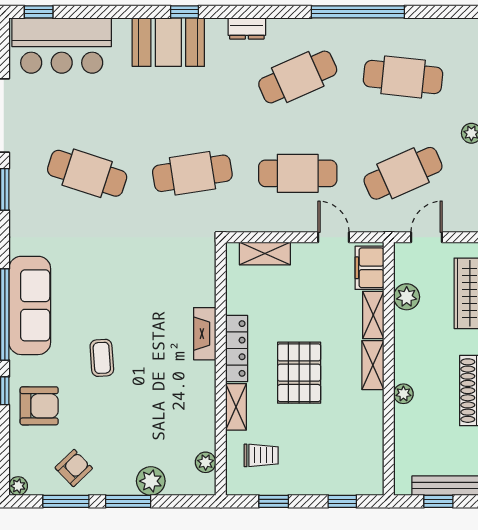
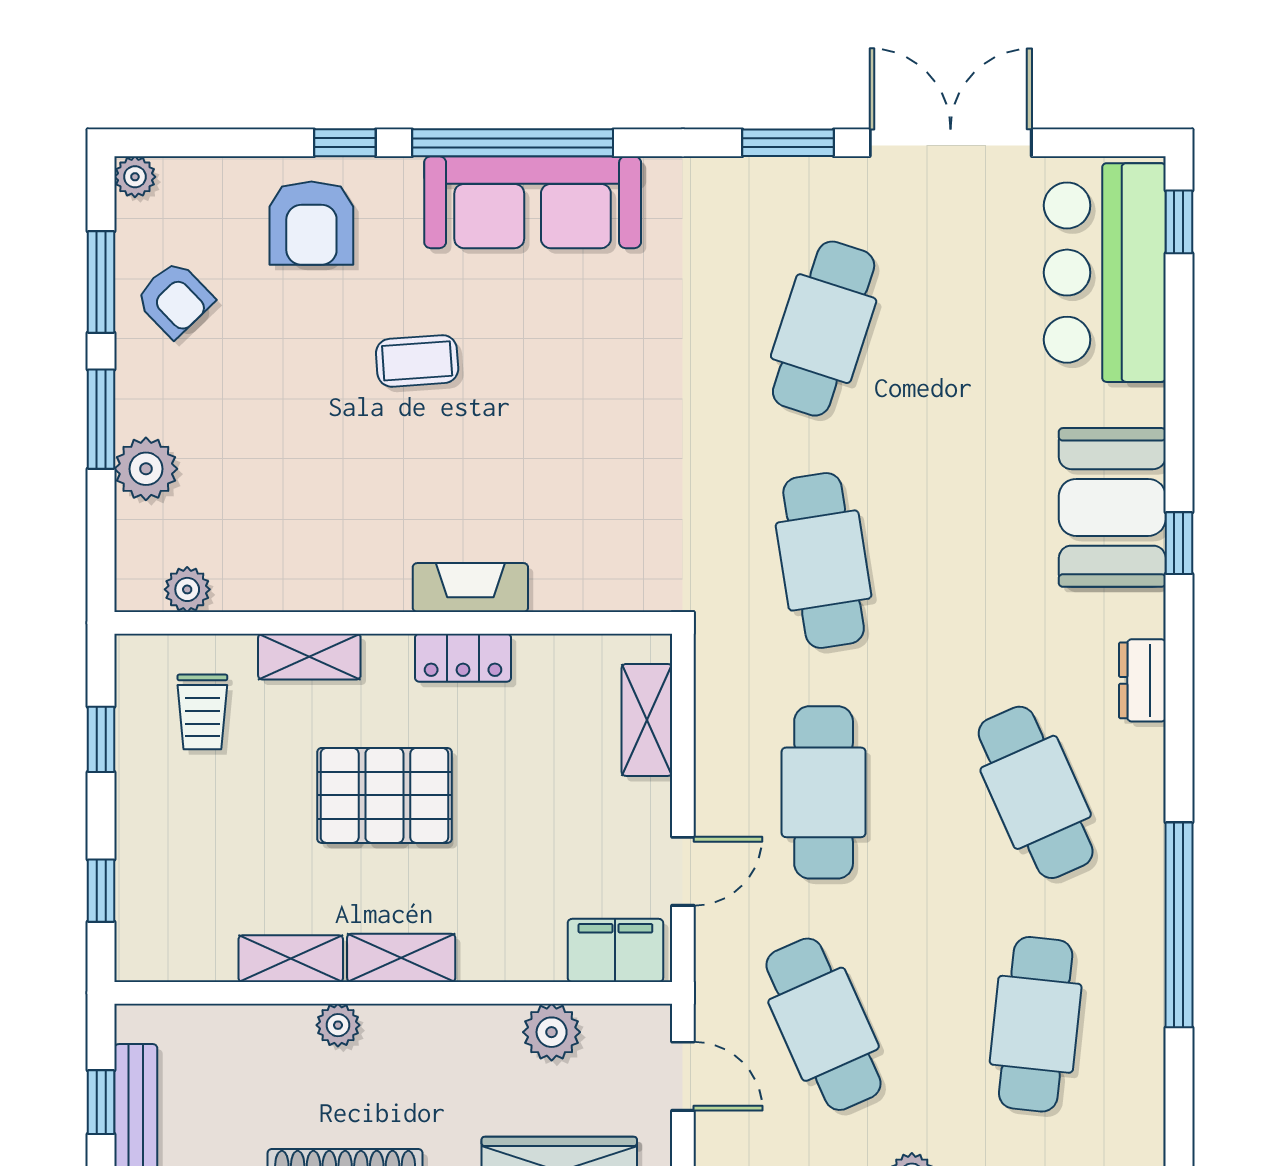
shelving: (373, 315) -> (291, 959), moved
locker: (237, 348) -> (463, 658), width x0.66

